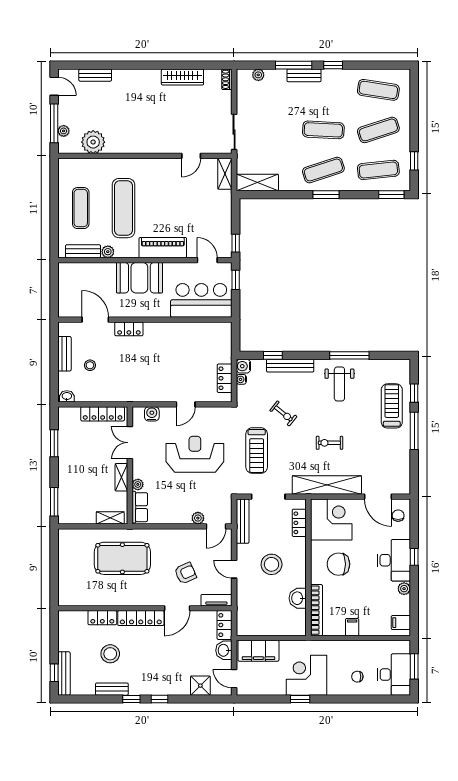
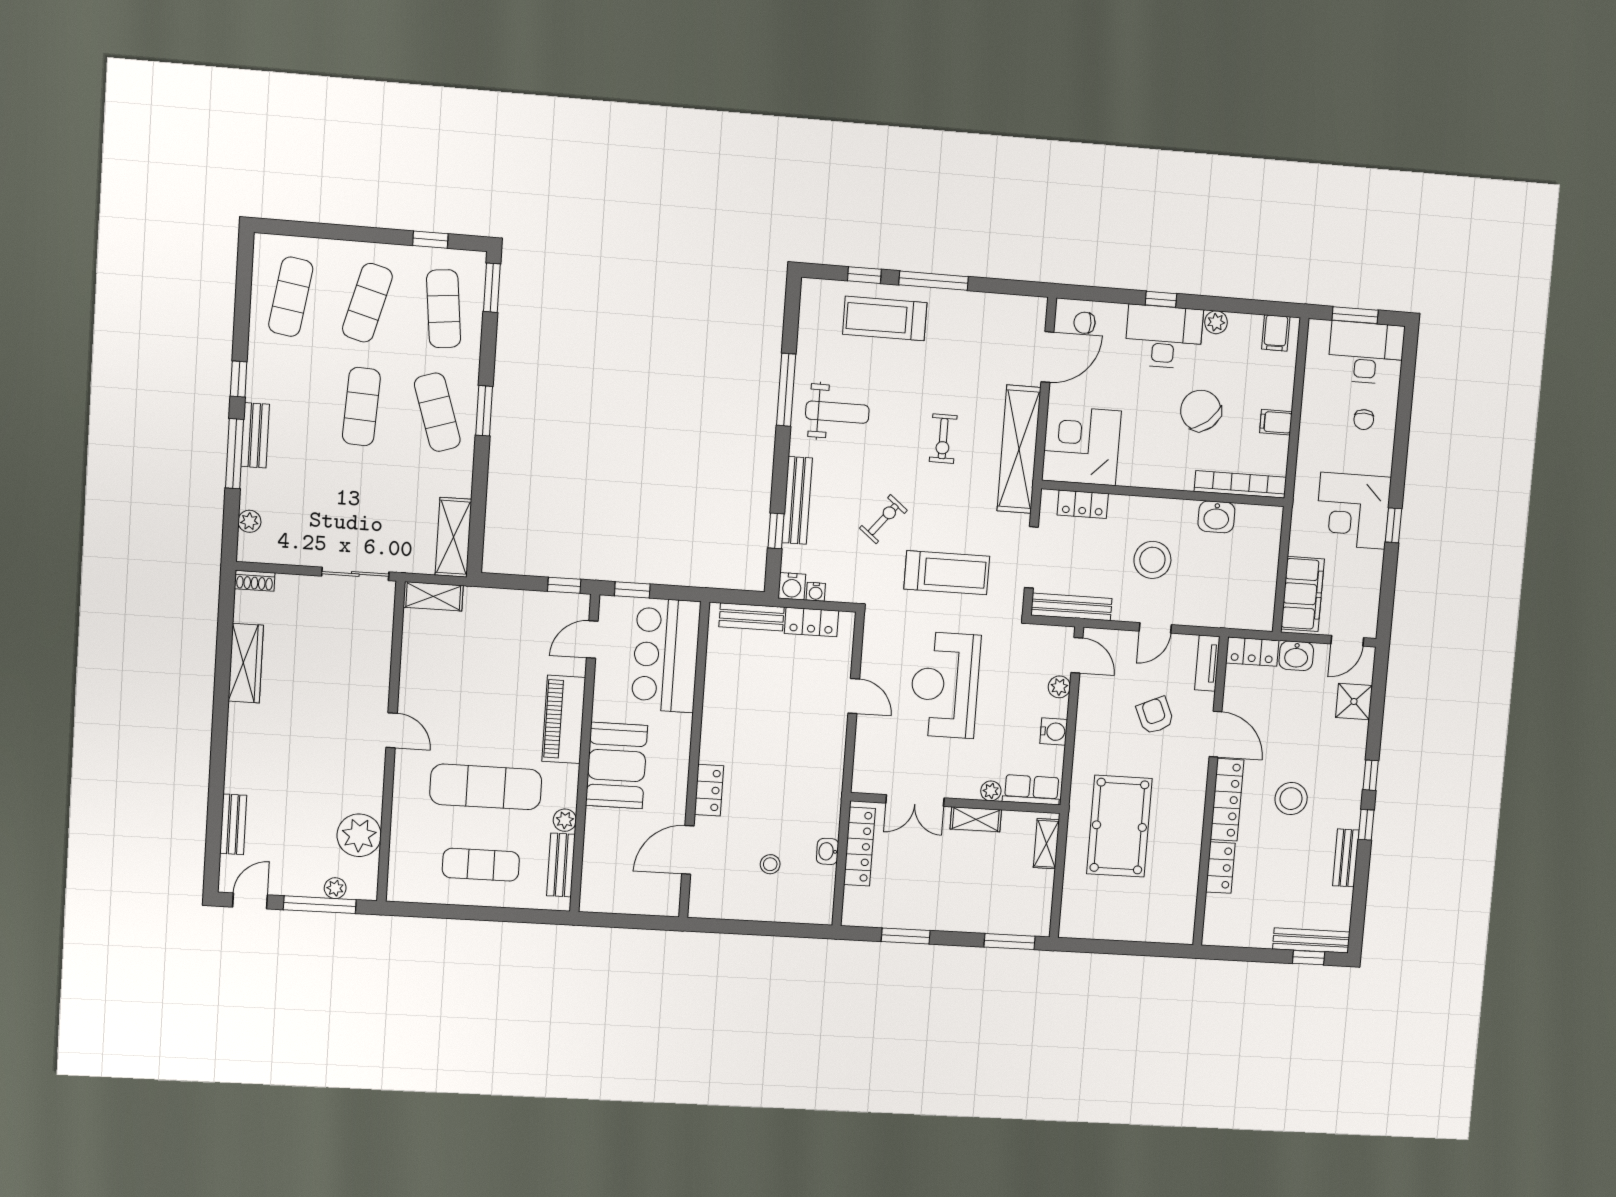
exercise mat: (378, 130) -> (367, 303), turned 33
door: (191, 156) -> (392, 730), moved
bench: (64, 354) -> (752, 617), moved
washbasin: (67, 396) -> (828, 851), moved
water cooler: (152, 414) -> (1054, 732), moved, turned 180
chair: (338, 564) -> (1201, 410), moved, turned 140
stool: (110, 654) -> (1291, 799), moved

